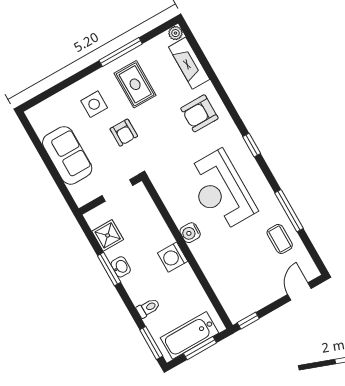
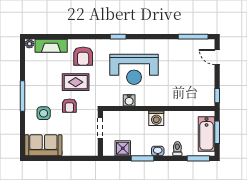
window: (121, 52) -> (22, 96), moved
rug: (135, 84) -> (76, 82), moved
armchair: (124, 133) -> (69, 106), turned 90
sofa: (67, 155) -> (43, 145), moved
window: (289, 211) -> (193, 37), moved
water cooler: (190, 233) -> (129, 100), moved
coffee table: (280, 239) -> (181, 51), removed
washbasin: (121, 267) -> (158, 151), moved

